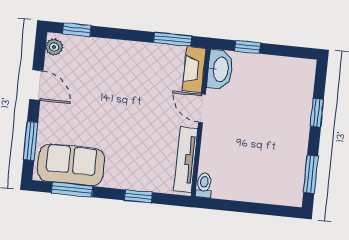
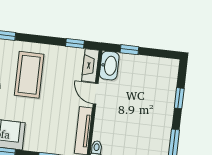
window: (173, 39) -> (75, 43), width x0.67
coffee table: (110, 83) -> (29, 75), added

